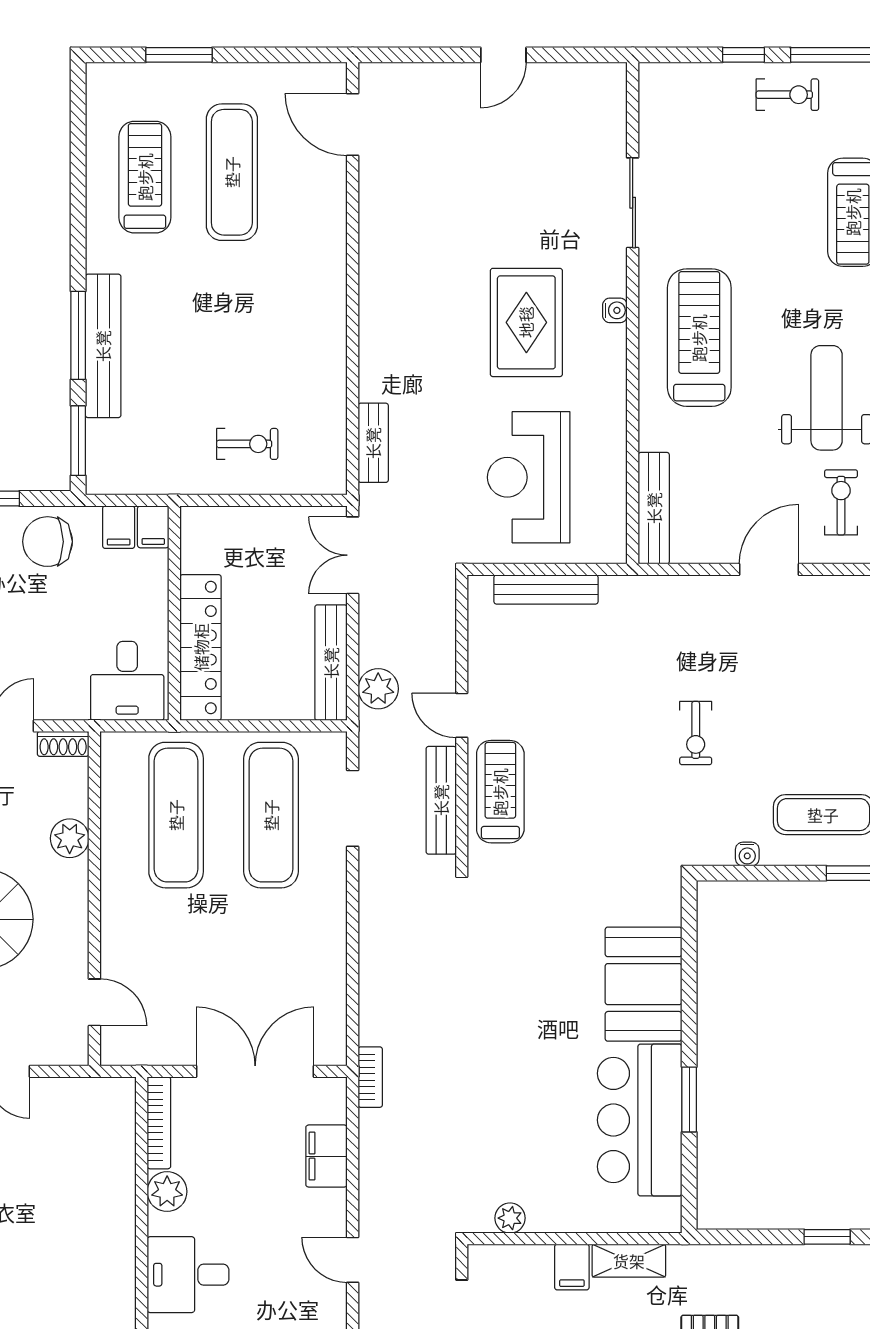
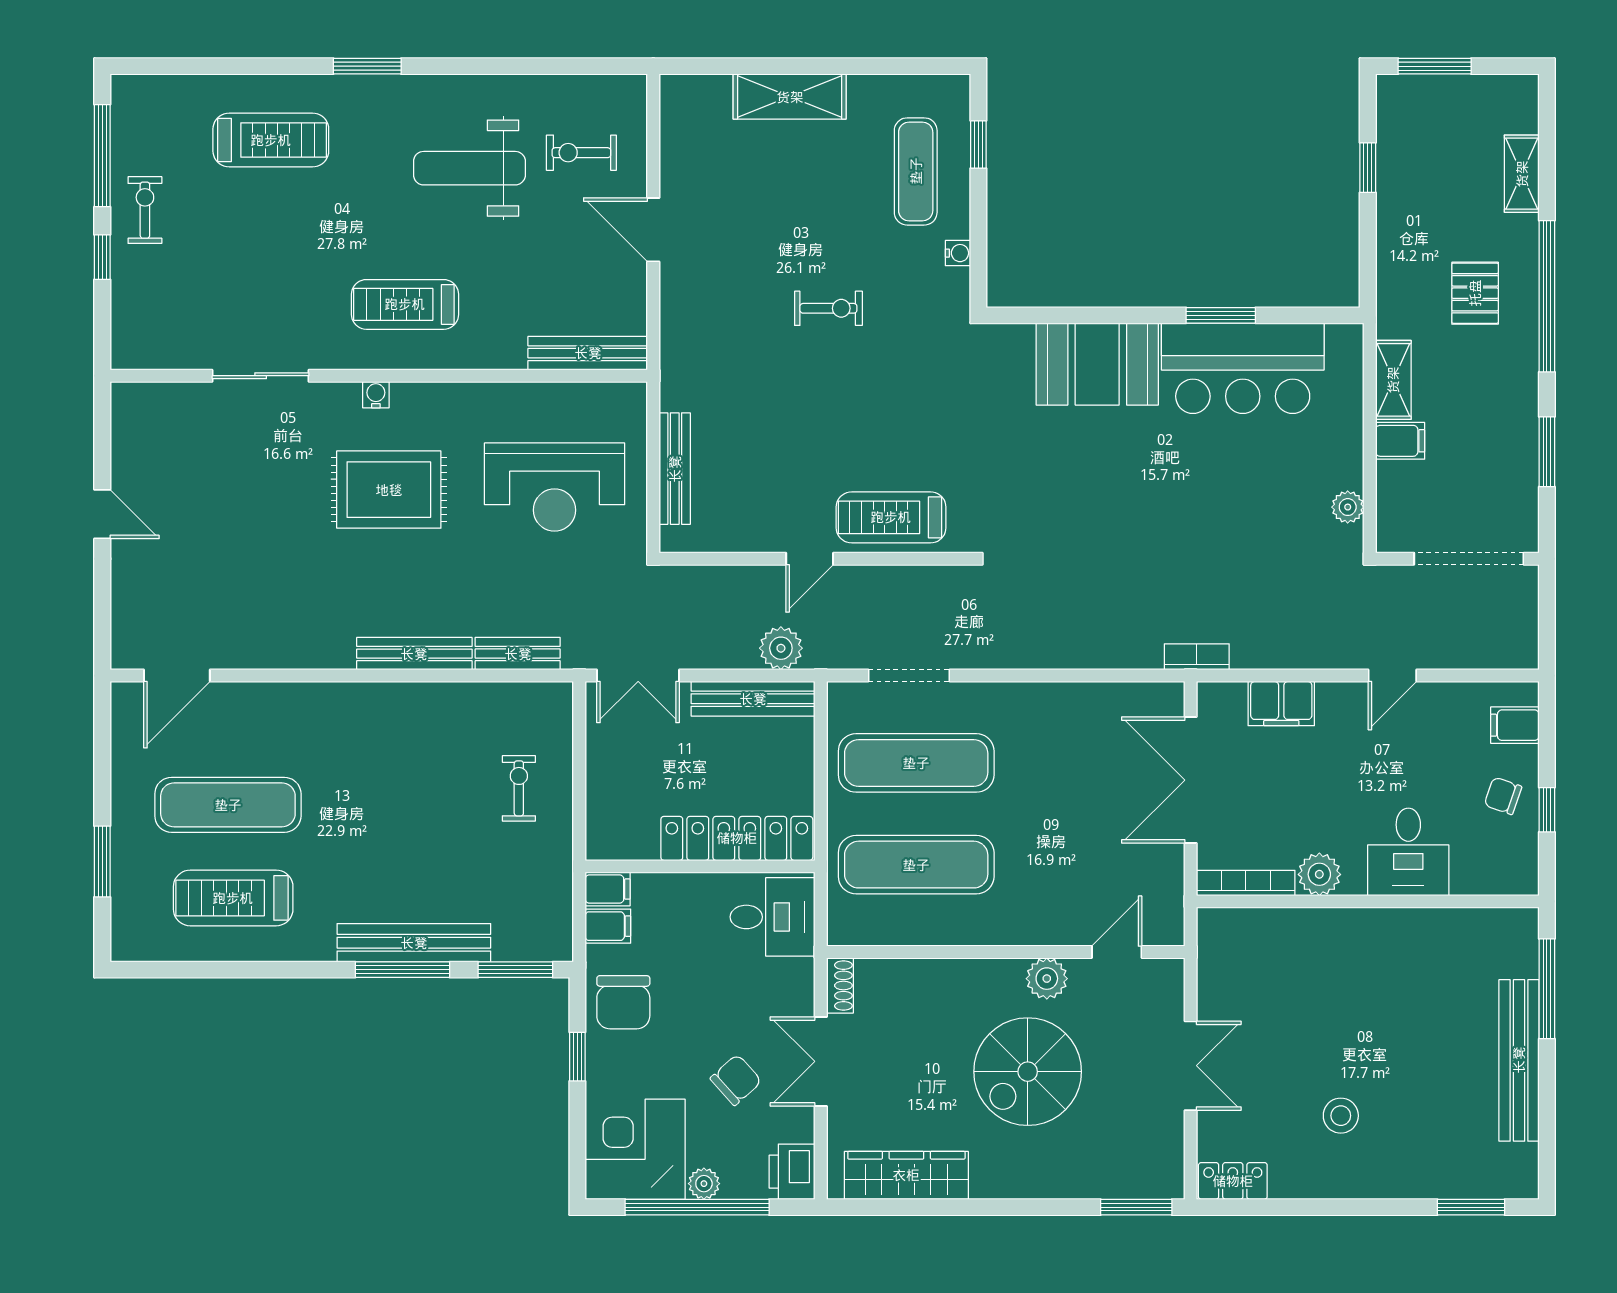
treadmill: (699, 338) -> (405, 304), width x0.73, depth x0.73
bench: (441, 800) -> (414, 654), moved
plant: (70, 838) -> (1047, 979), moved

